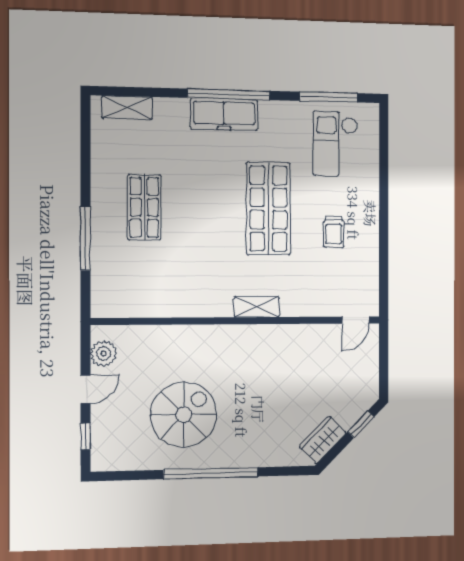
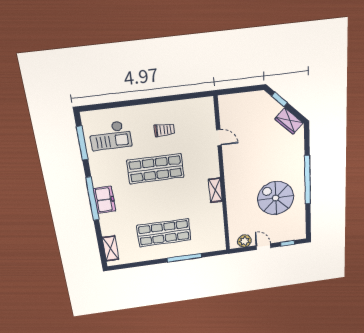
freezer: (224, 114) -> (105, 200), width x0.71
shop shelf: (144, 207) -> (164, 233), width x1.43, depth x1.36
shelving: (257, 307) -> (215, 190), moved
door: (356, 320) -> (219, 138), moved

